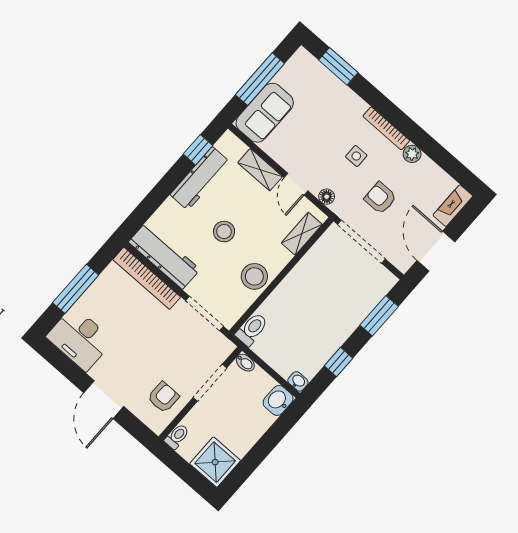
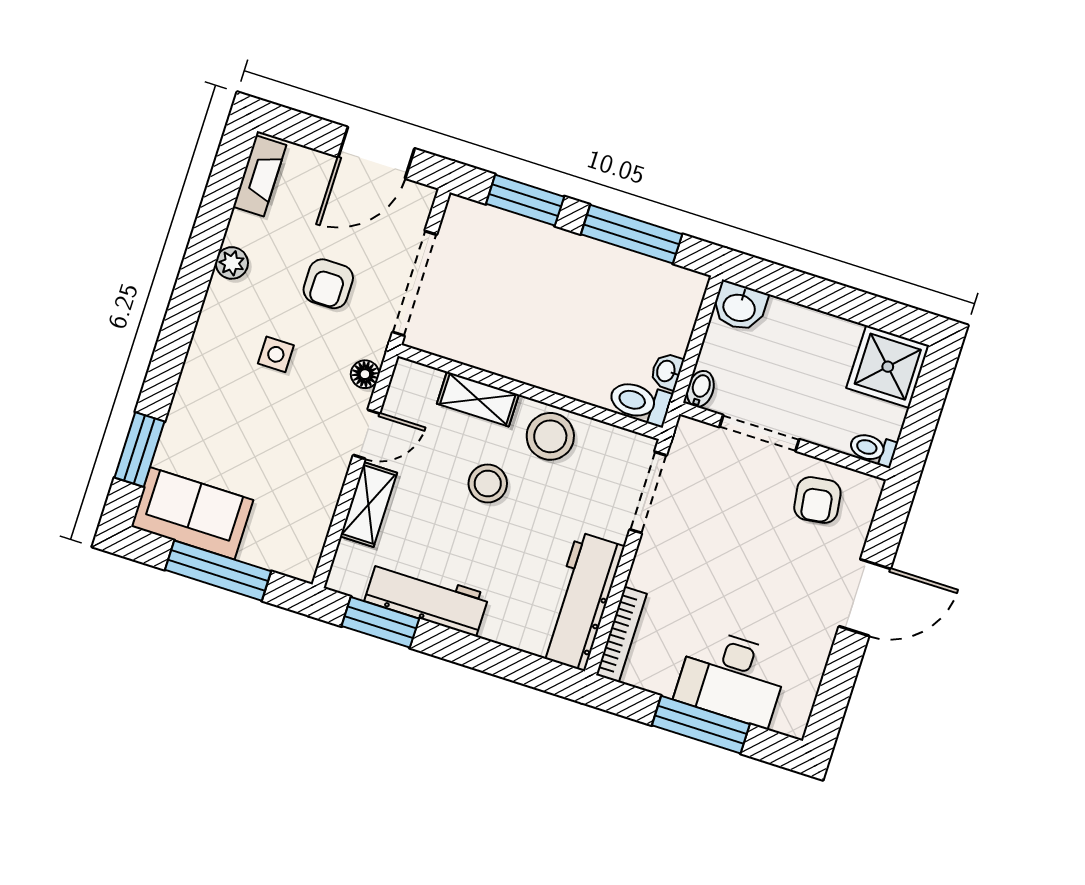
sofa: (265, 113) -> (192, 513), moved
bookcase: (386, 128) -> (208, 324), removed
window: (198, 150) -> (380, 622), width x1.50
fireplace: (453, 206) -> (260, 176), moved, turned -90
stool: (224, 232) -> (488, 483), moved
shelving: (302, 234) -> (478, 399), moved
bookcase: (147, 278) -> (621, 634), width x0.68, depth x0.76
desk: (80, 339) -> (732, 677), moved, turned 90
window: (338, 362) -> (632, 234), width x2.17
washbasin: (298, 381) -> (667, 371), moved
armchair: (163, 397) -> (817, 500), turned -98

